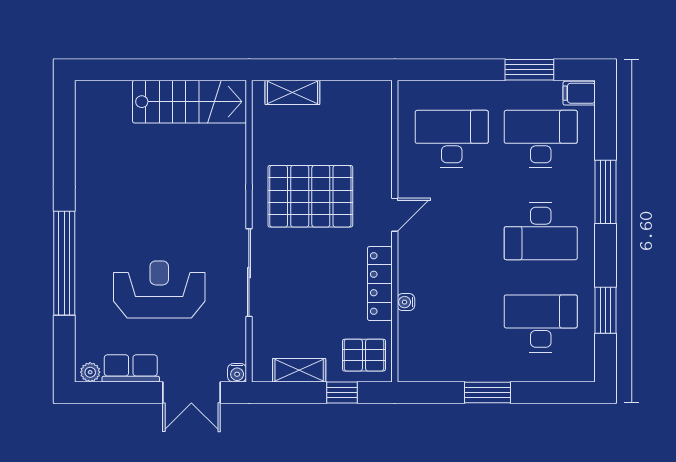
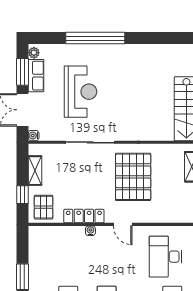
desk: (452, 139) -> (165, 257), turned 180
water cooler: (406, 302) -> (90, 231), moved
window: (124, 392) -> (22, 72), added

